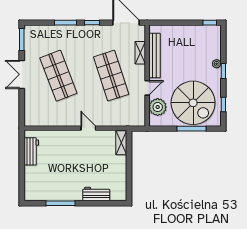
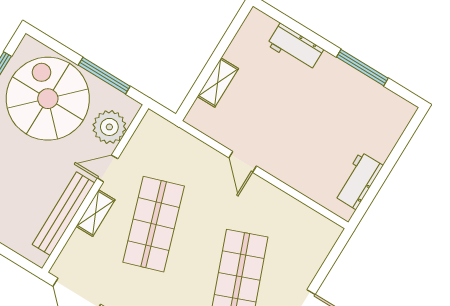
shelving: (140, 53) -> (96, 213), moved
window: (191, 129) -> (104, 76), moved
shelving: (121, 143) -> (218, 82), moved

